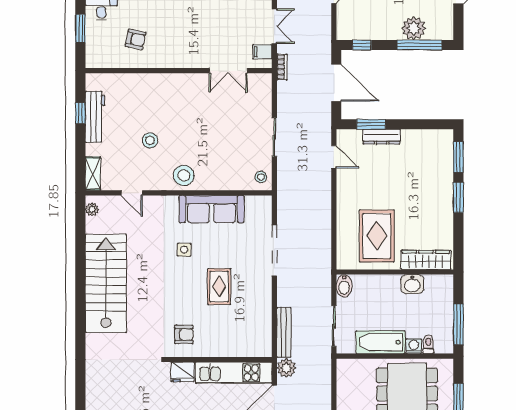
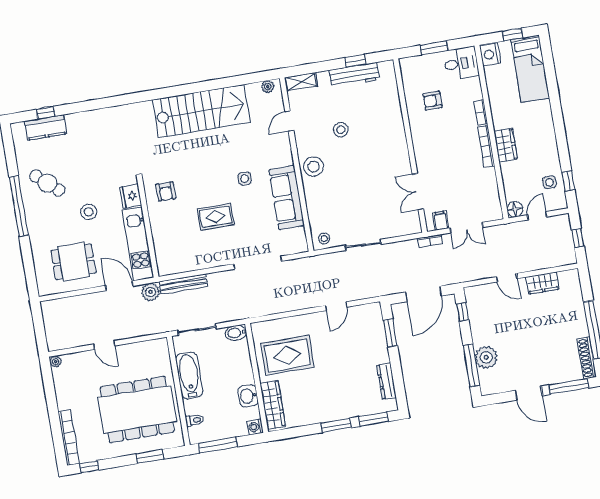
armchair: (136, 39) -> (433, 101), turned 78
dresser: (381, 137) -> (387, 381), moved
door: (334, 157) -> (336, 306), moved
washing machine: (414, 346) -> (255, 427), moved, turned 180

